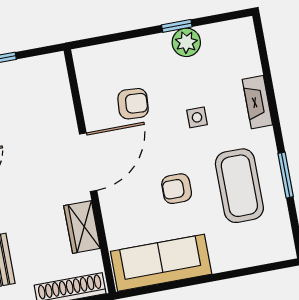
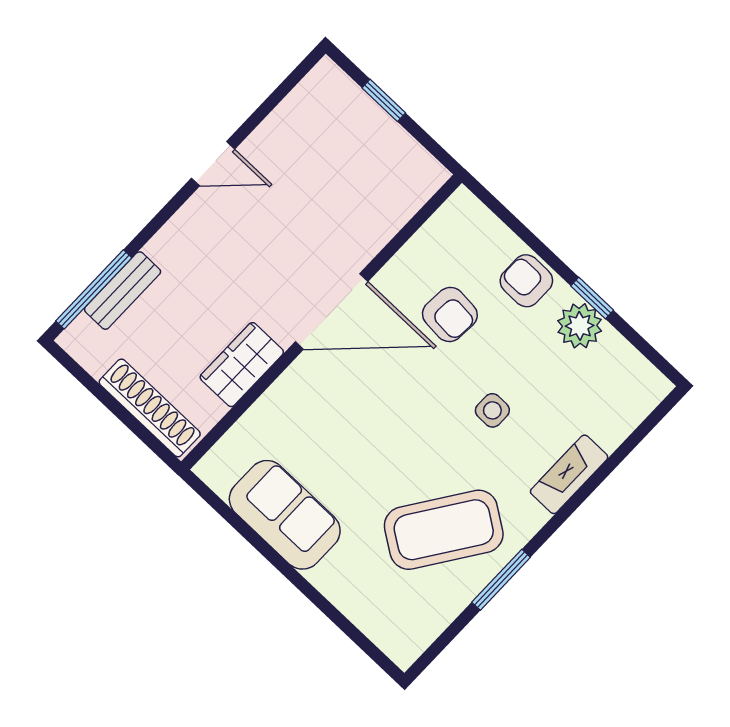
coffee table: (239, 186) -> (444, 530), turned 34
armchair: (177, 189) -> (526, 281), moved
sofa: (161, 263) -> (285, 515), width x0.73

